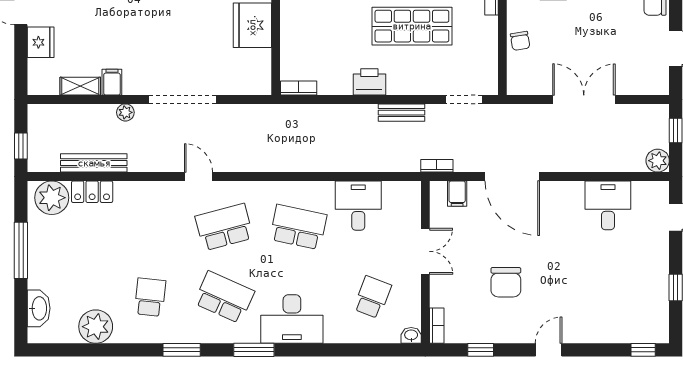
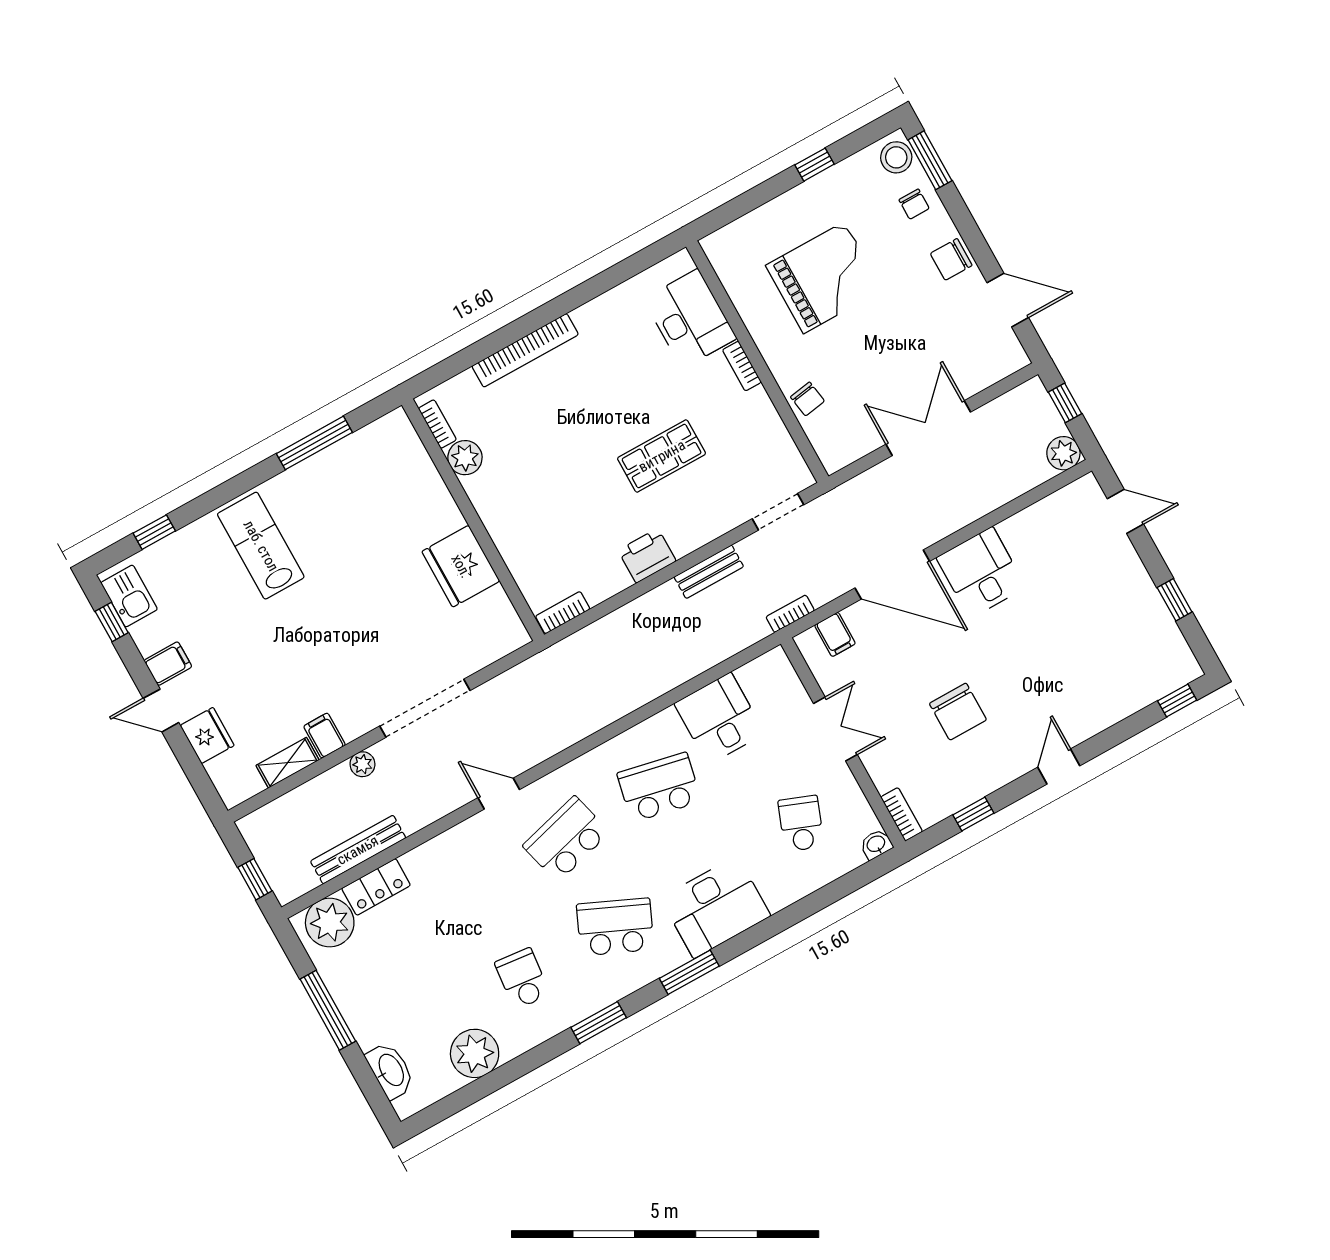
shop shelf: (412, 26) -> (662, 456), width x0.70, depth x0.74
desk: (608, 205) -> (981, 572), moved

